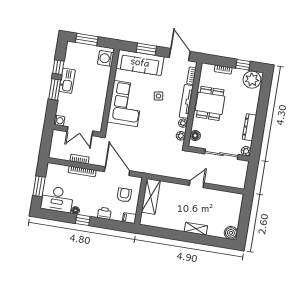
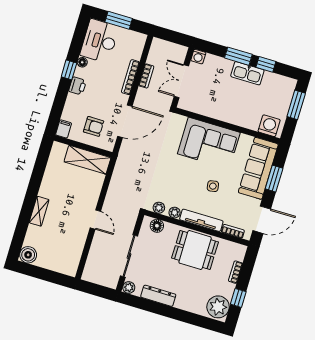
printer: (104, 213) -> (77, 86), moved

